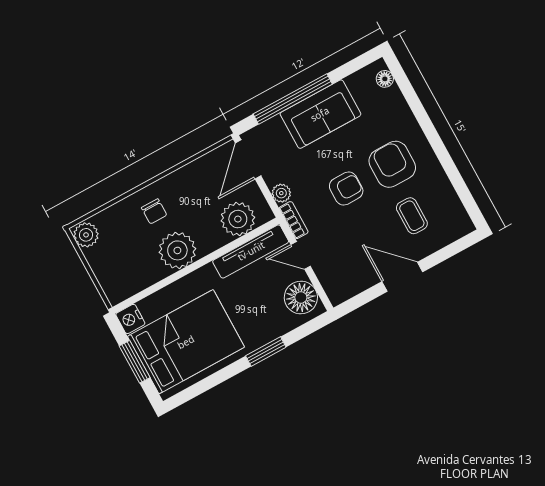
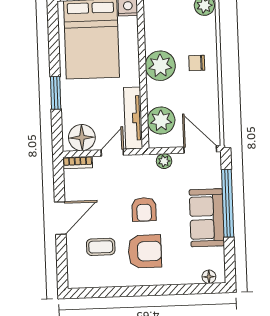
bookcase: (294, 220) -> (78, 163), moved

